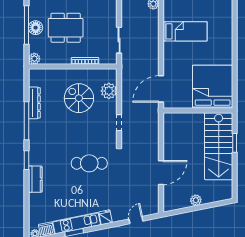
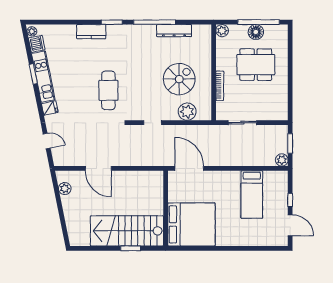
dining table: (66, 28) -> (256, 65), turned 90
plant: (196, 200) -> (65, 189), moved

